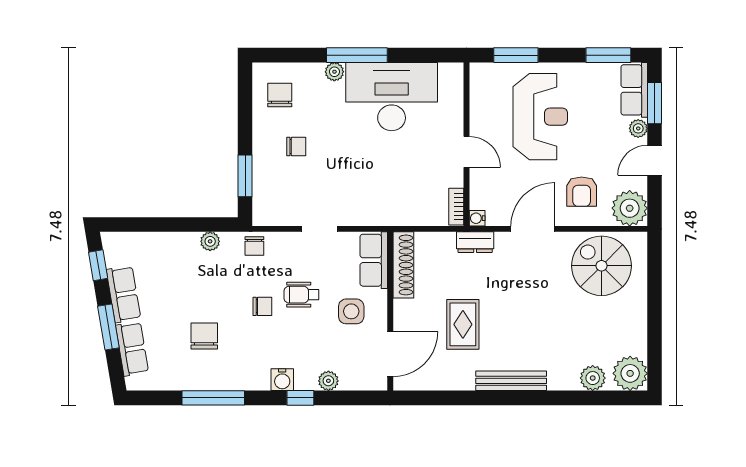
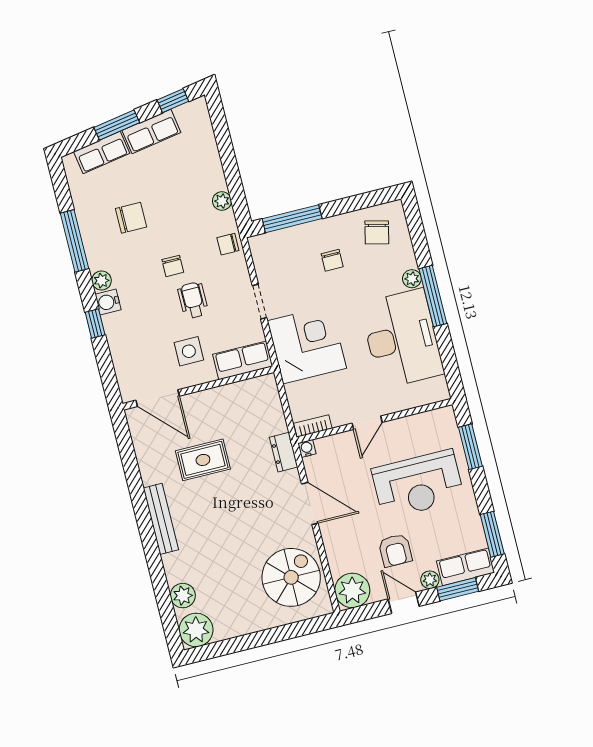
chair: (280, 95) -> (377, 232), turned 103
window: (245, 176) -> (292, 219), width x1.44
corner desk: (374, 192) -> (307, 345), added
armchair: (582, 192) -> (395, 550), moved, turned -90
shoe rack: (403, 265) -> (245, 390), removed
plant: (328, 381) -> (101, 281), moved

